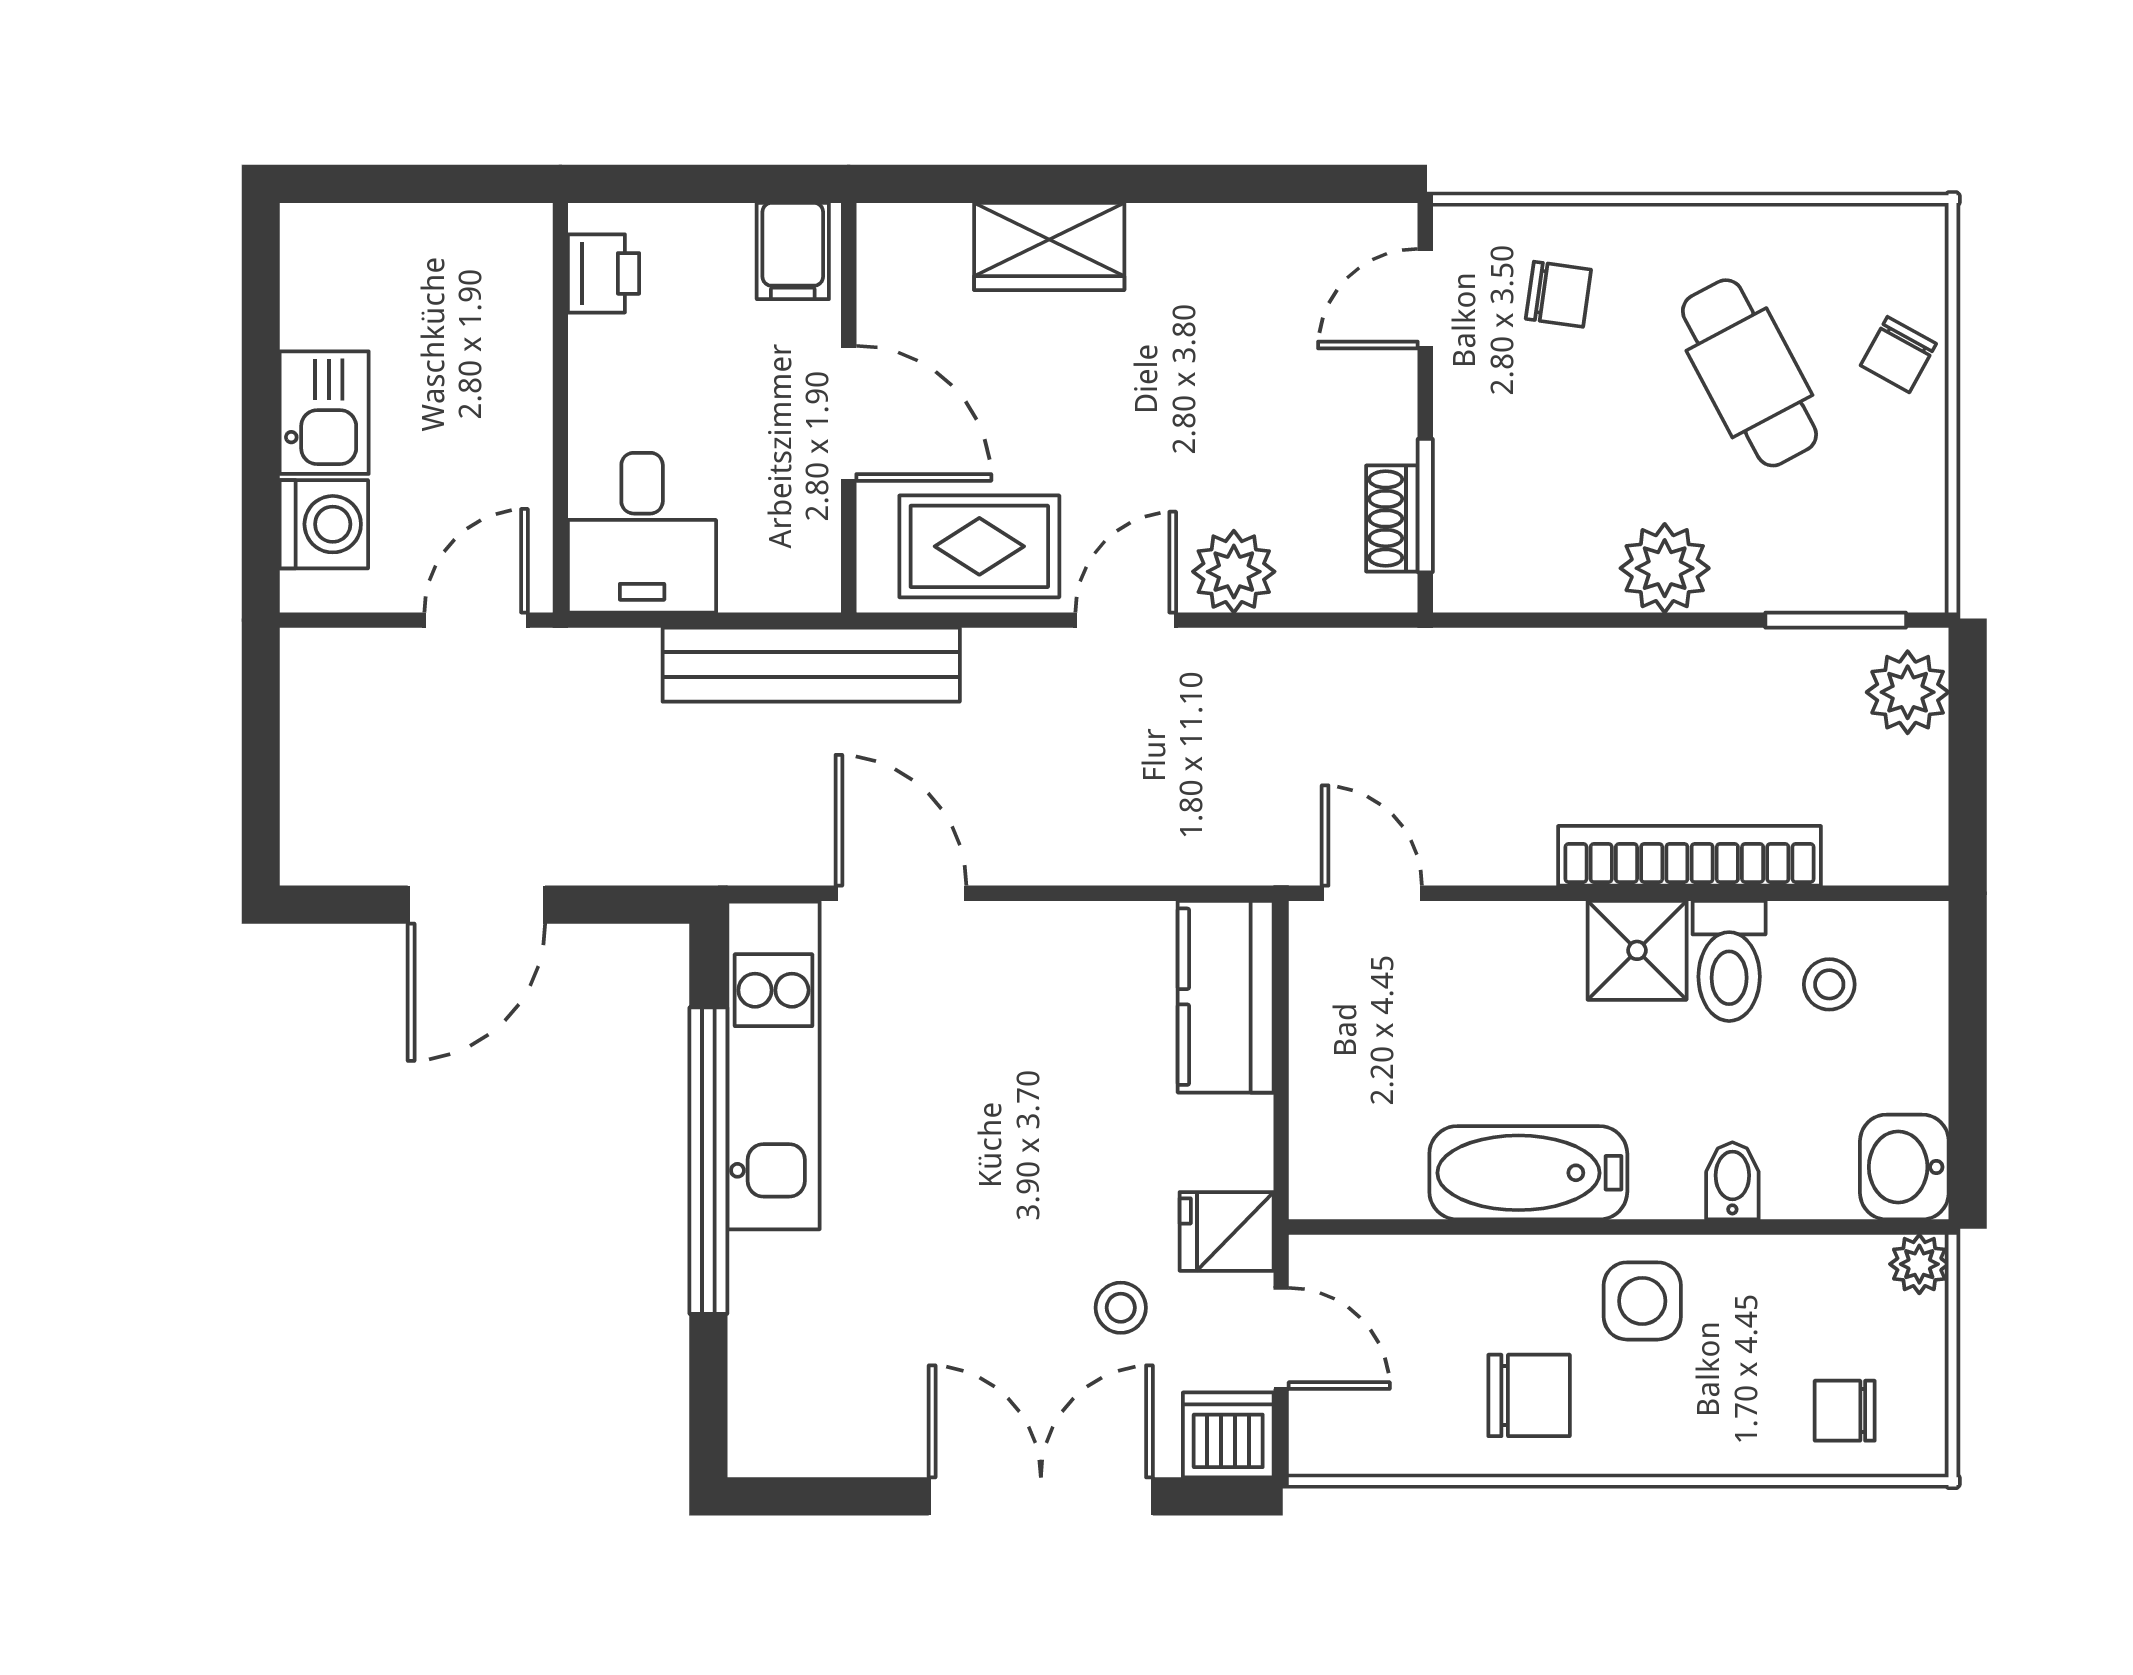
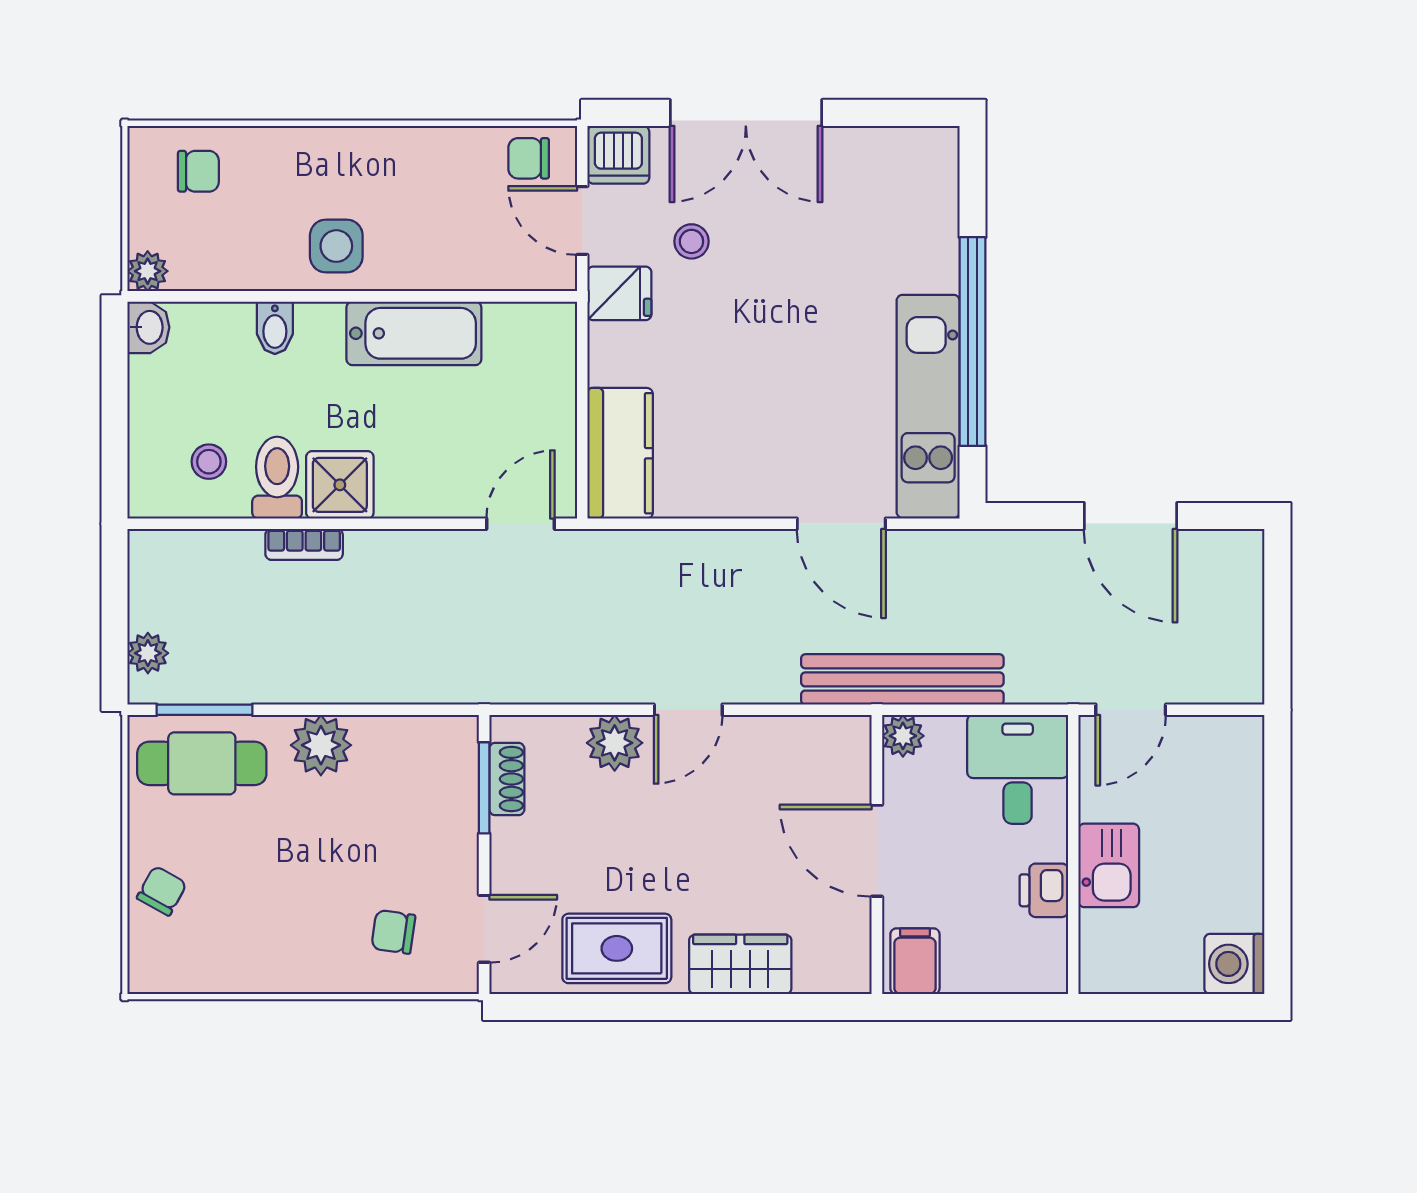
printer: (604, 273) -> (1044, 890), moved
cafe table: (1749, 373) -> (202, 763), moved, turned -62
kitchen sink: (324, 413) -> (1109, 865), moved, turned 180
washing machine: (324, 524) -> (1234, 964), moved
rug: (979, 546) -> (617, 948), moved
plant: (810, 582) -> (903, 736), added
plant: (1908, 692) -> (148, 653), width x0.73, depth x0.73
bookcase: (1689, 856) -> (304, 544), width x0.43, depth x0.76
door: (1372, 893) -> (521, 524), swing flipped
door: (476, 905) -> (1130, 516), swing flipped
washbasin: (1904, 1167) -> (148, 327), width x0.72, depth x0.69
chair: (1529, 1395) -> (529, 158), moved, width x0.73, depth x0.73

